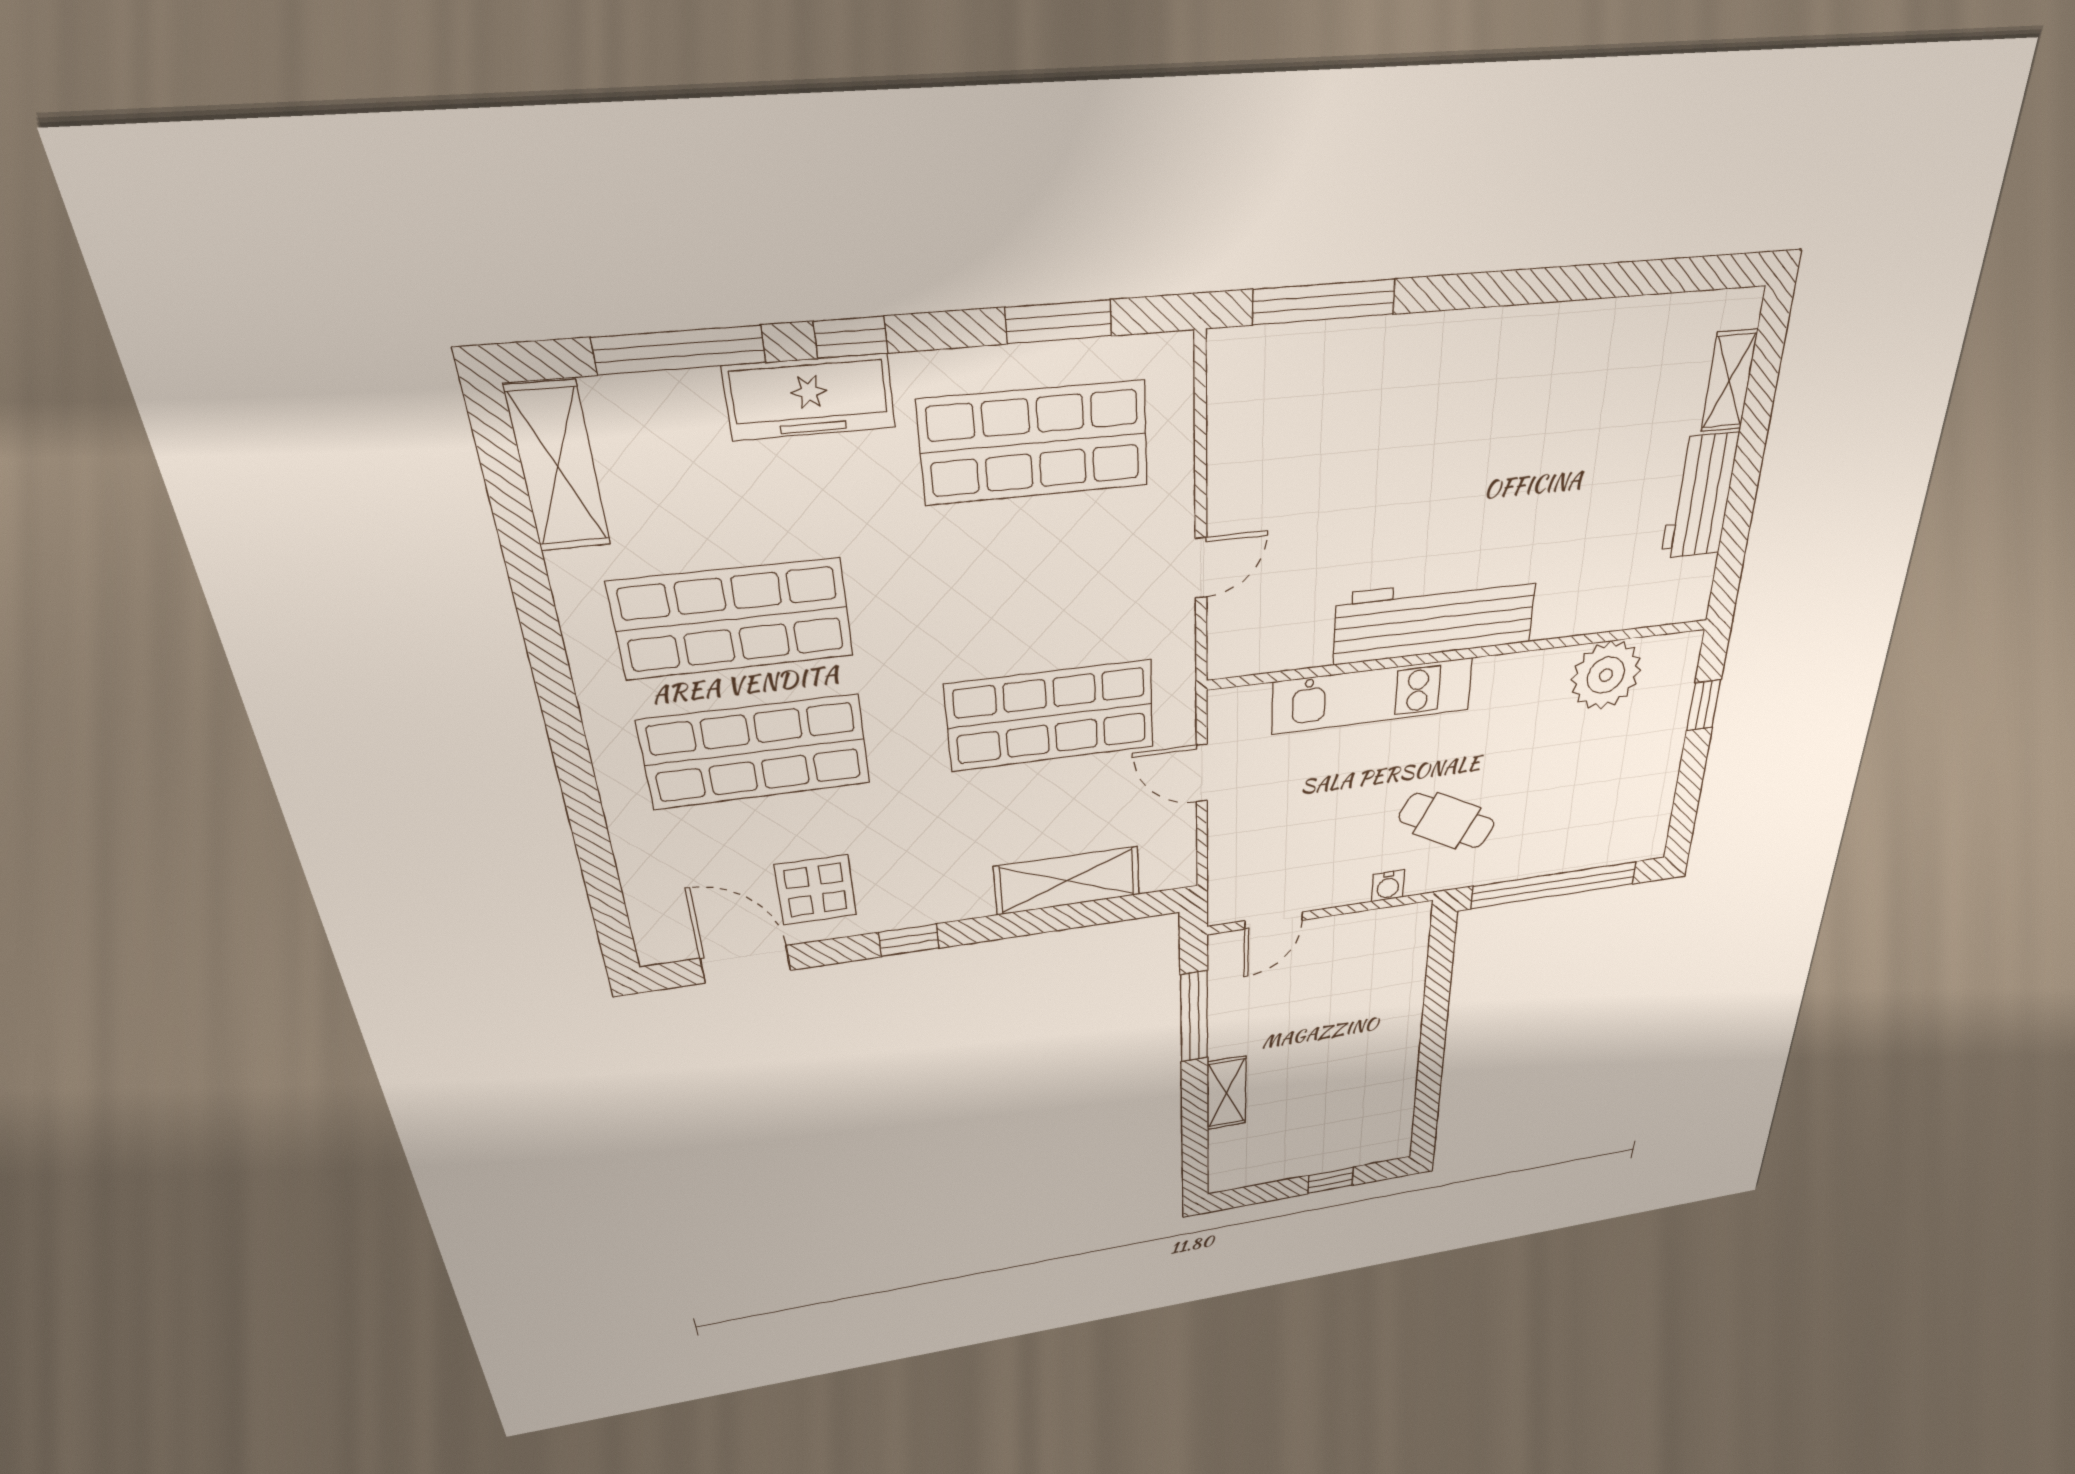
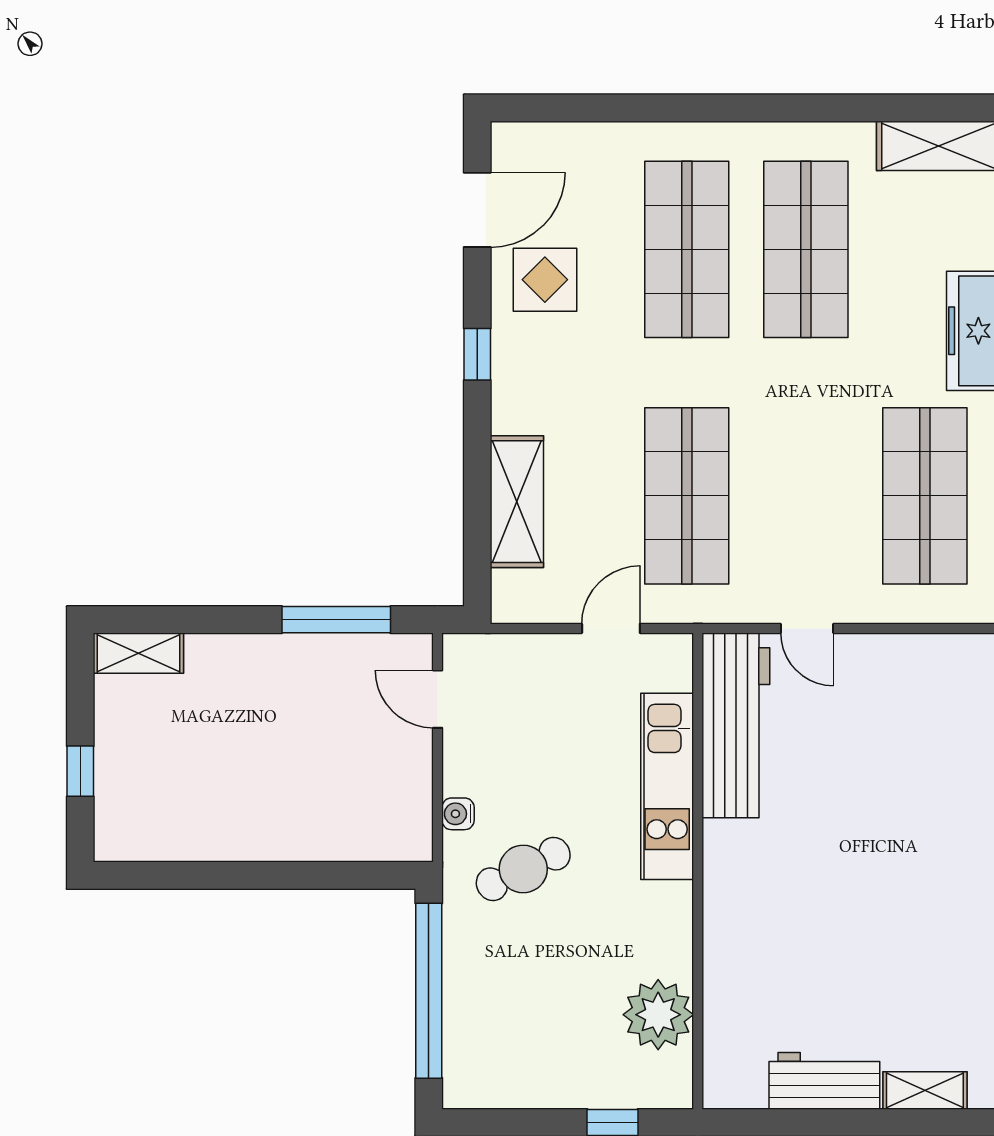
workbench: (1435, 619) -> (736, 725), moved
cafe table: (1447, 821) -> (523, 869), turned 36
shelving: (1226, 1093) -> (138, 653), moved

